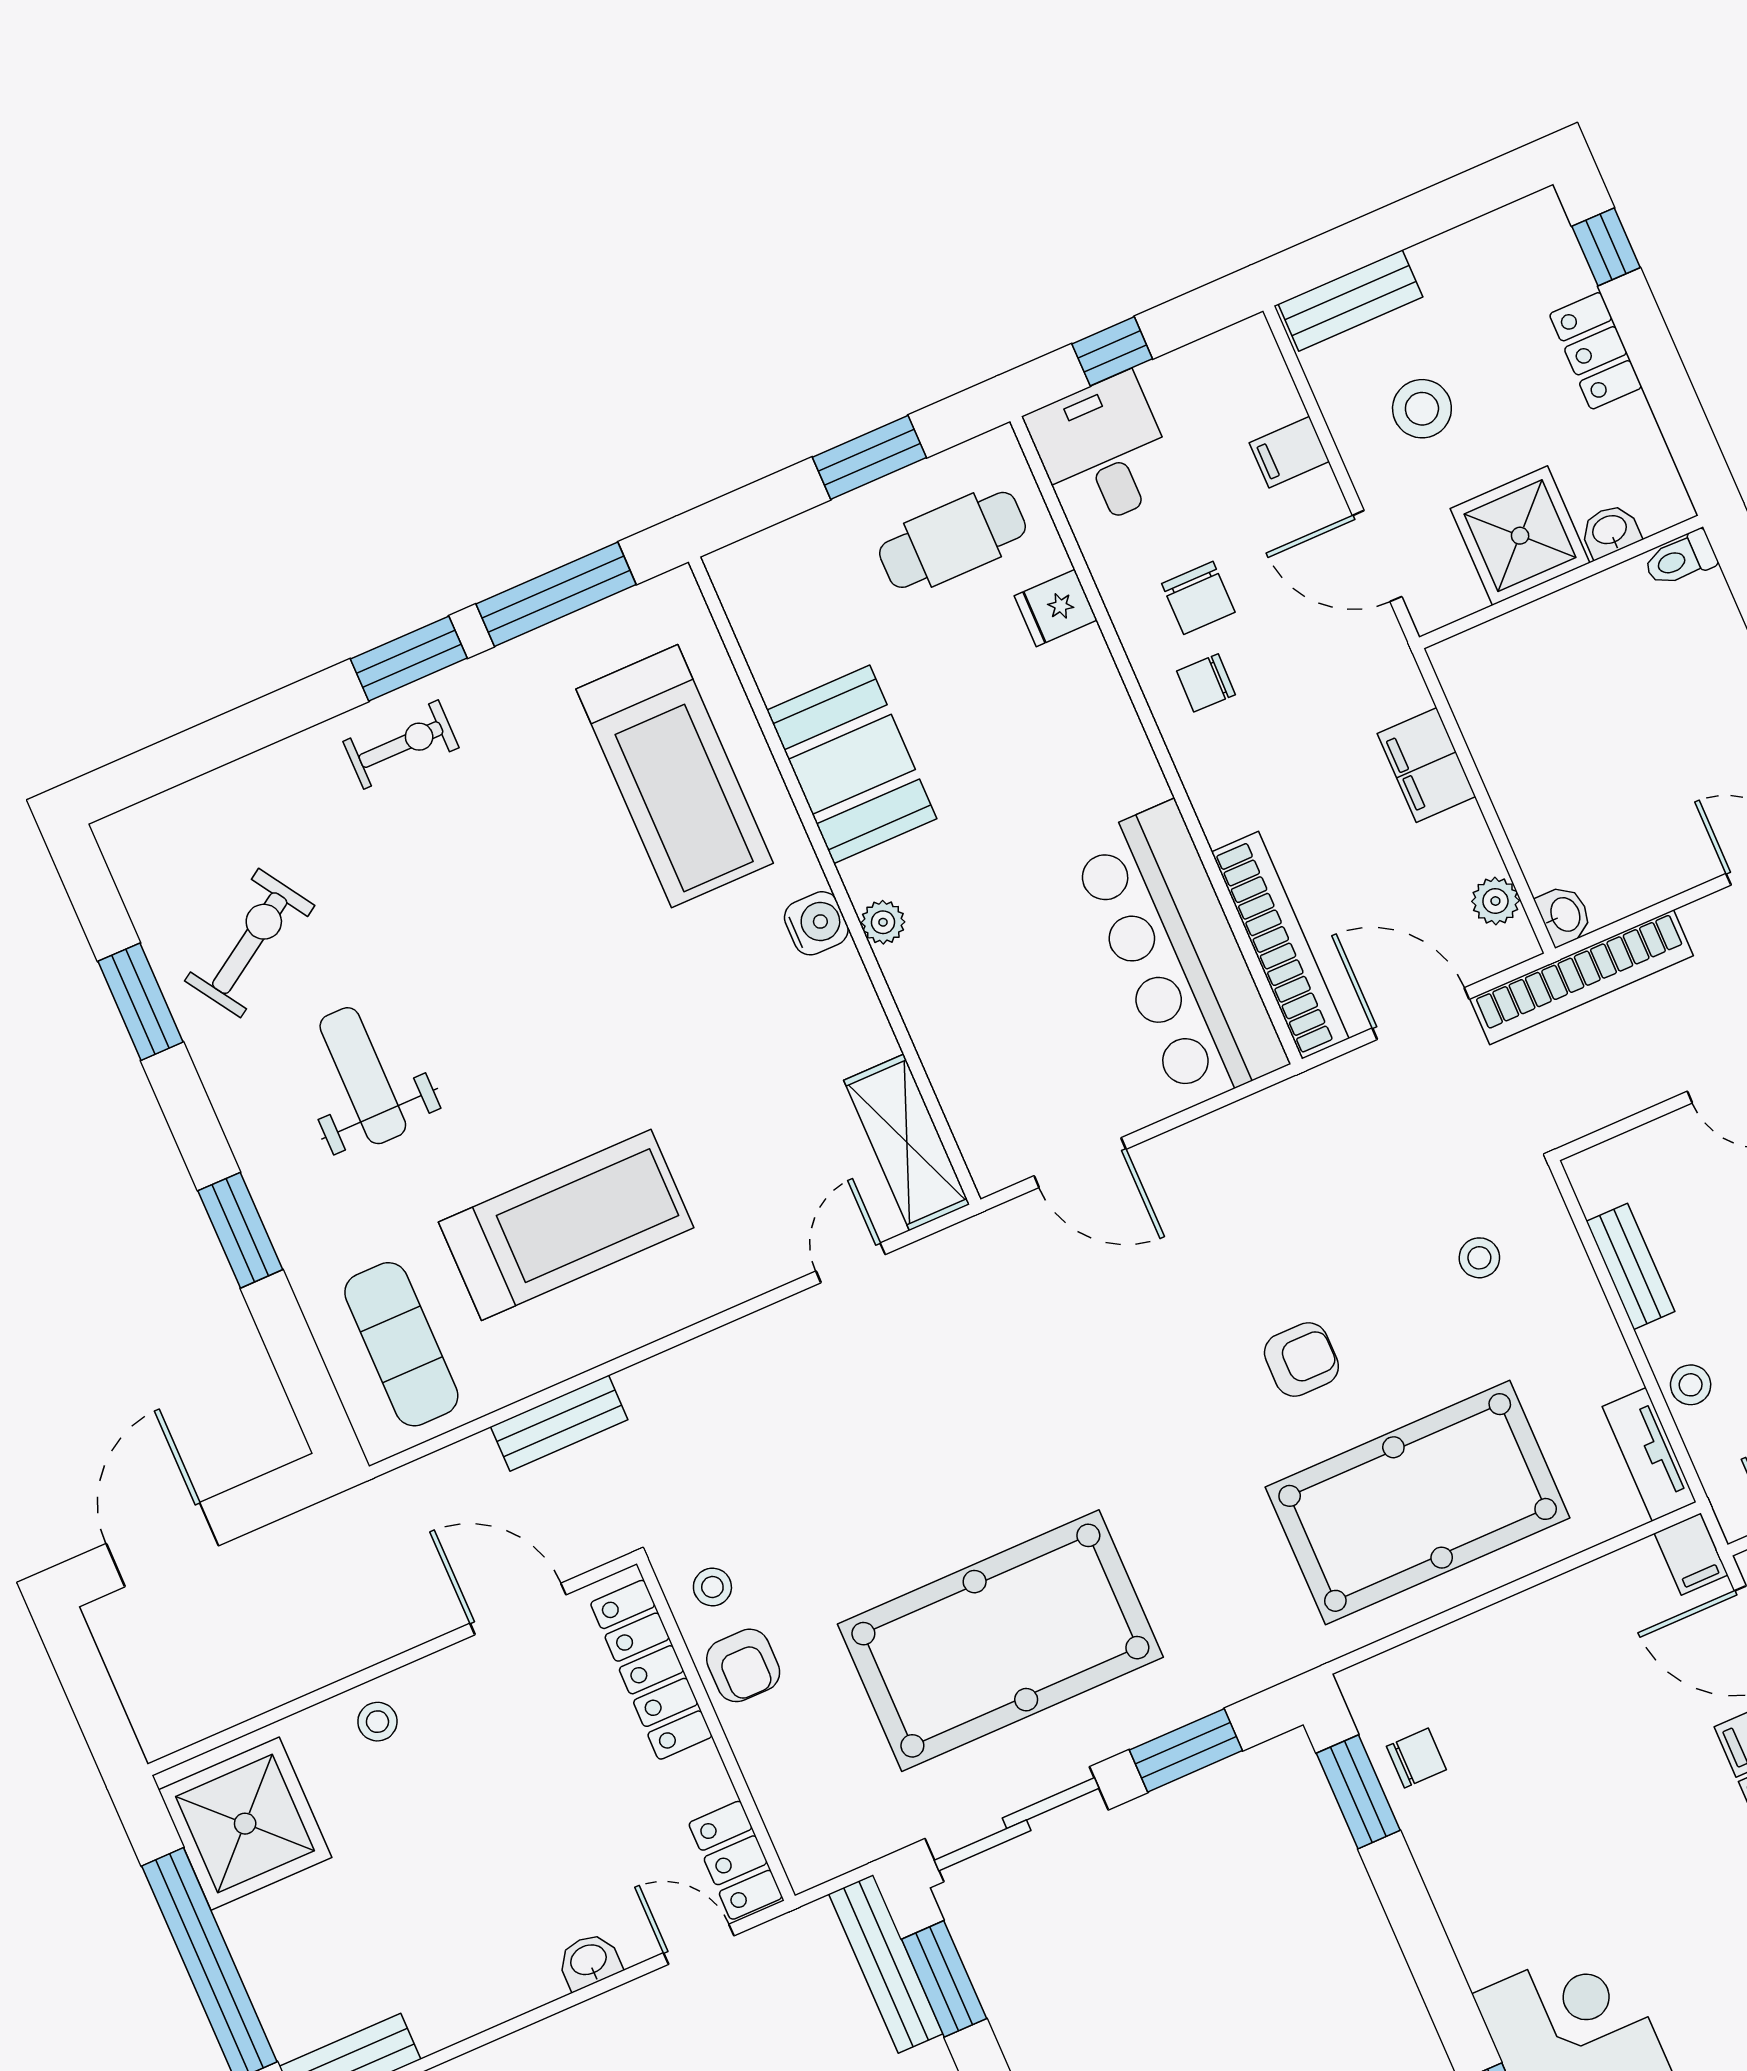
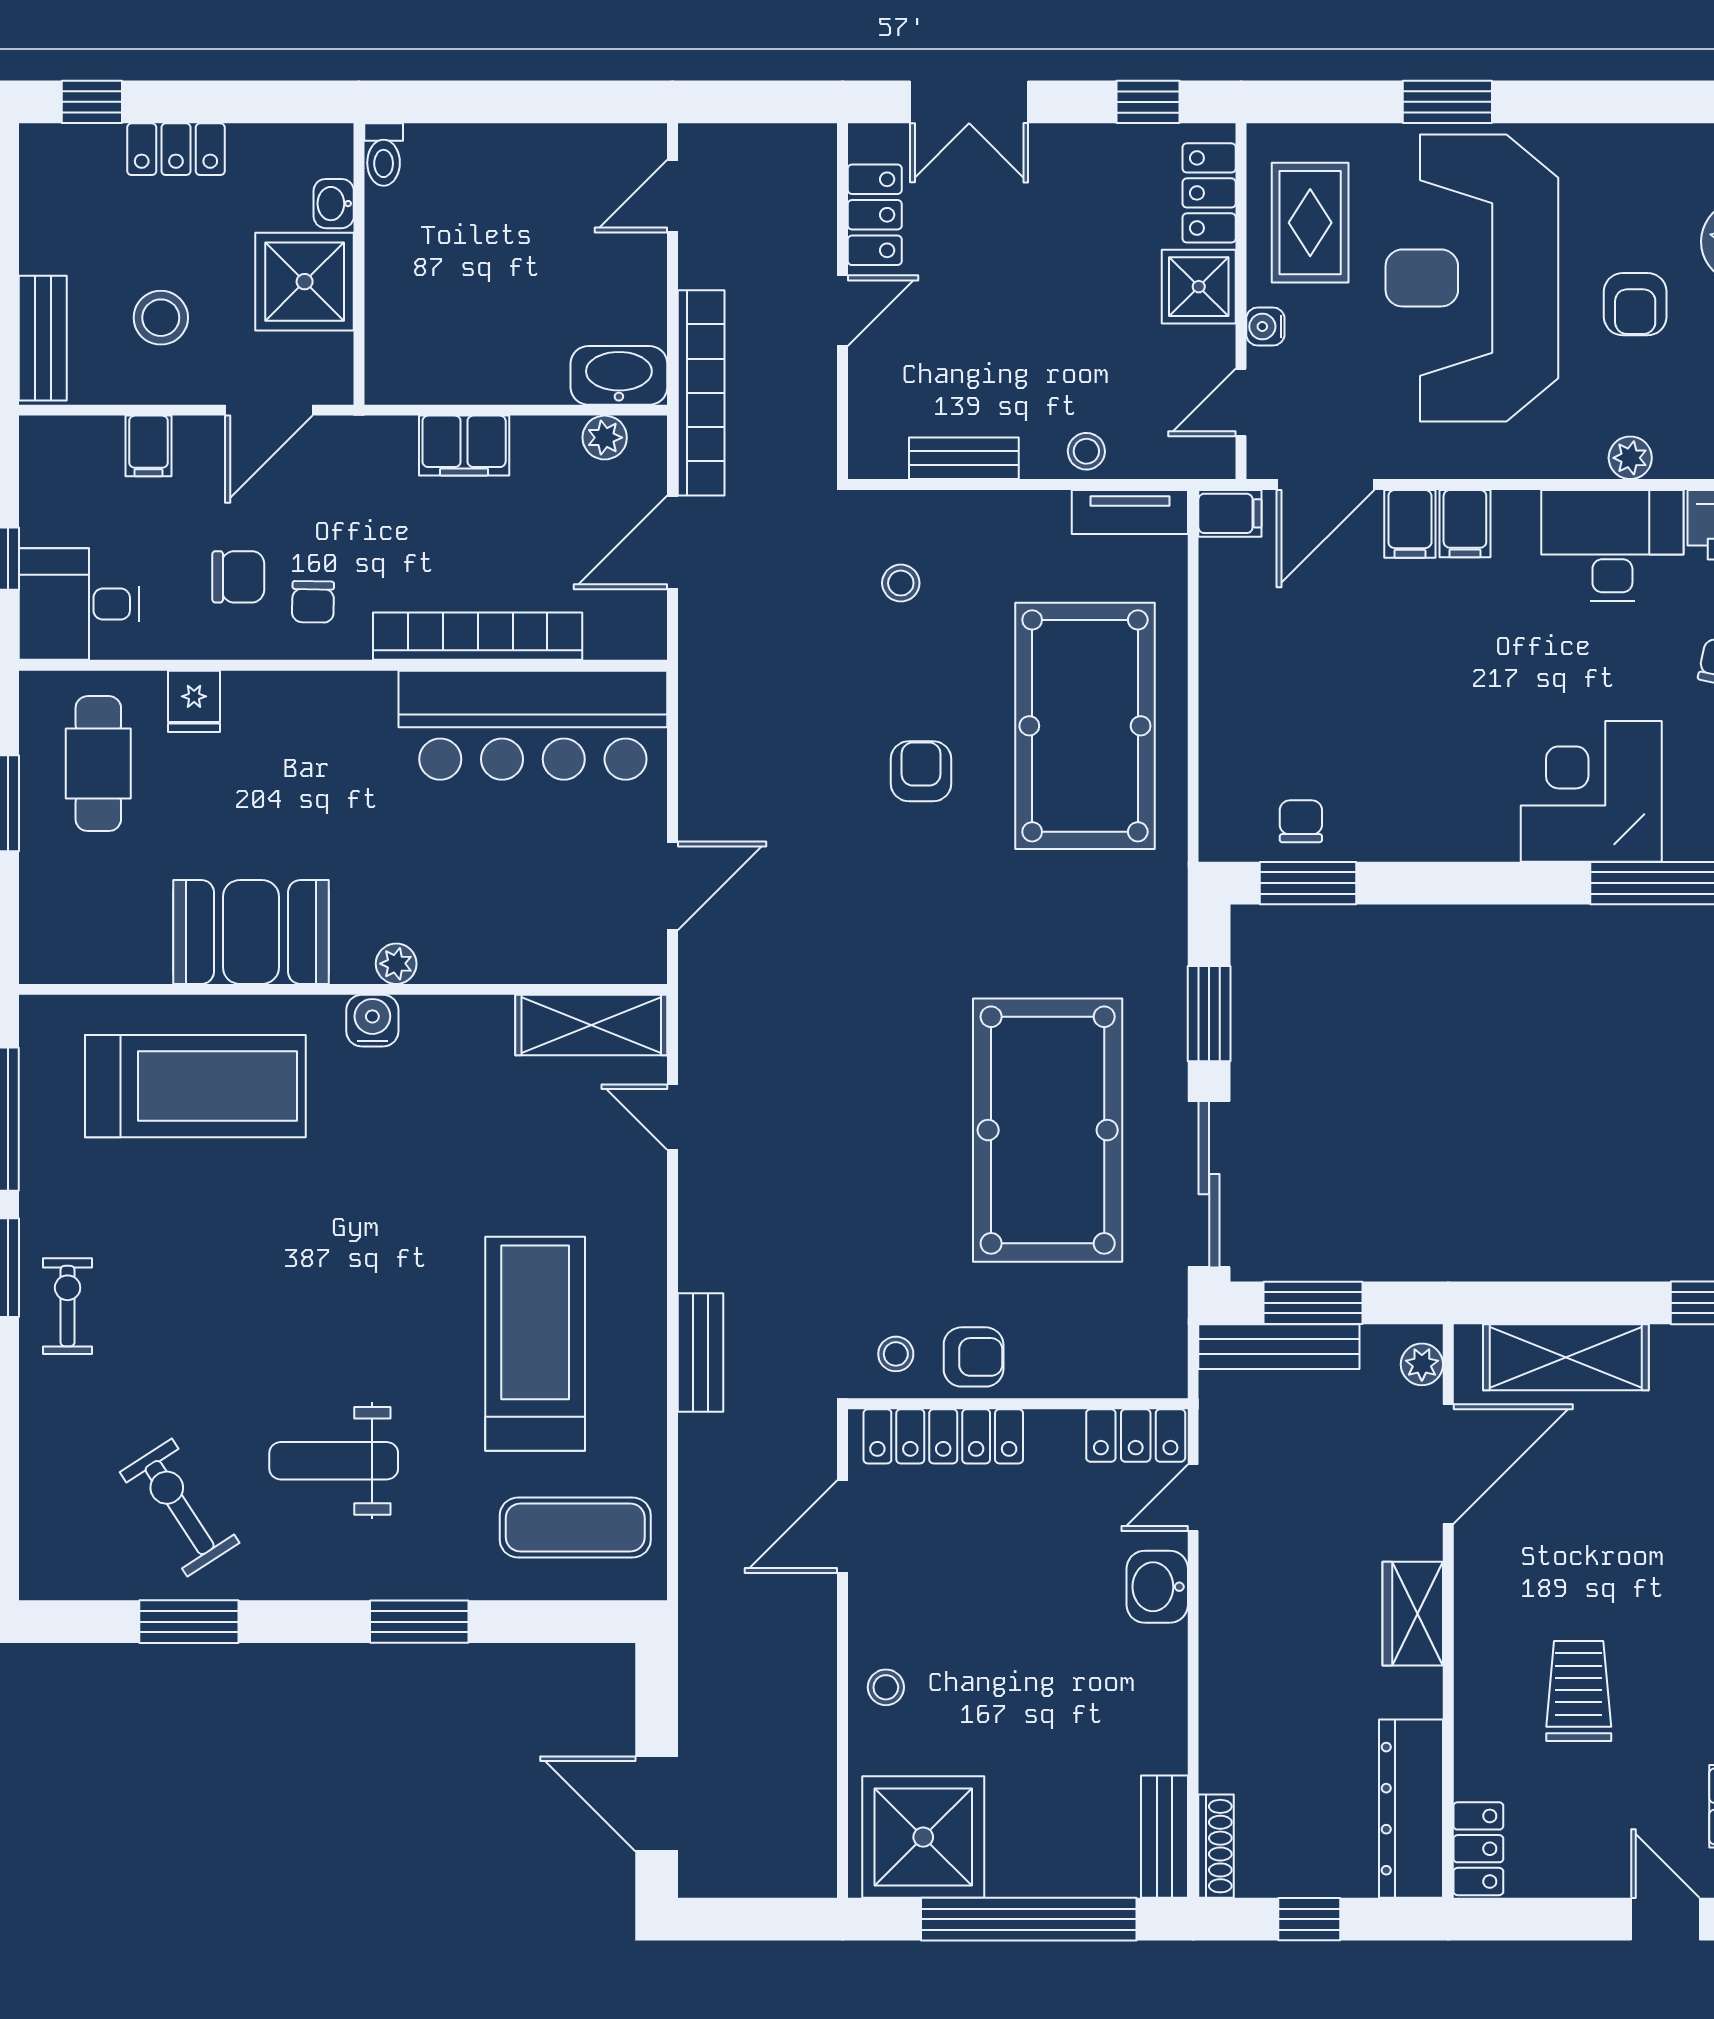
washbasin: (1564, 915) -> (619, 375), width x1.91, depth x1.45
bookcase: (1280, 945) -> (478, 636), moved
bench: (559, 1423) -> (700, 1353), moved
washbasin: (589, 1961) -> (1157, 1587), width x1.38, depth x1.45

